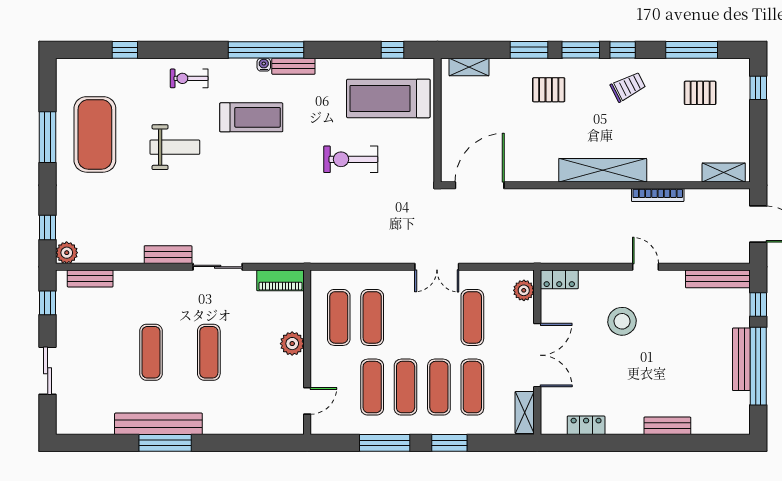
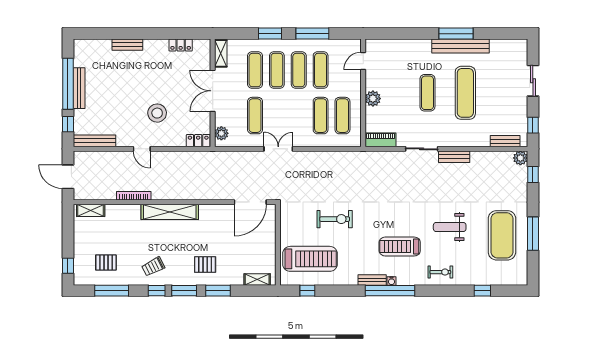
exercise mat: (151, 352) -> (465, 93), width x1.36, depth x1.45

